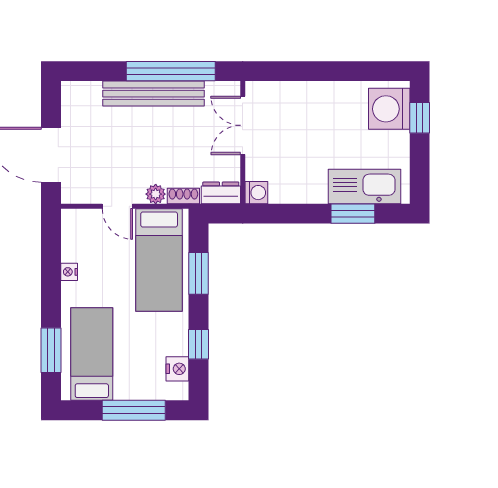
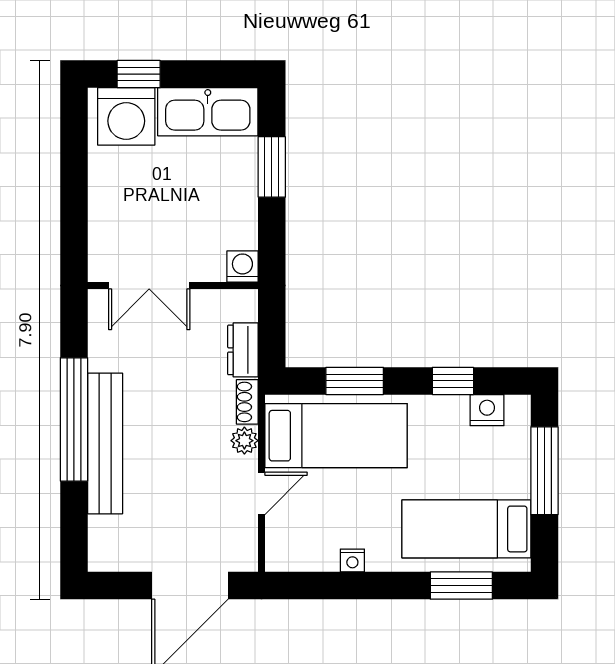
double door: (243, 125) -> (149, 285), moved
wall: (243, 142) -> (173, 285), moved
kitchen sink: (364, 186) -> (208, 112), moved, turned -90
washing machine: (256, 193) -> (242, 266), moved

